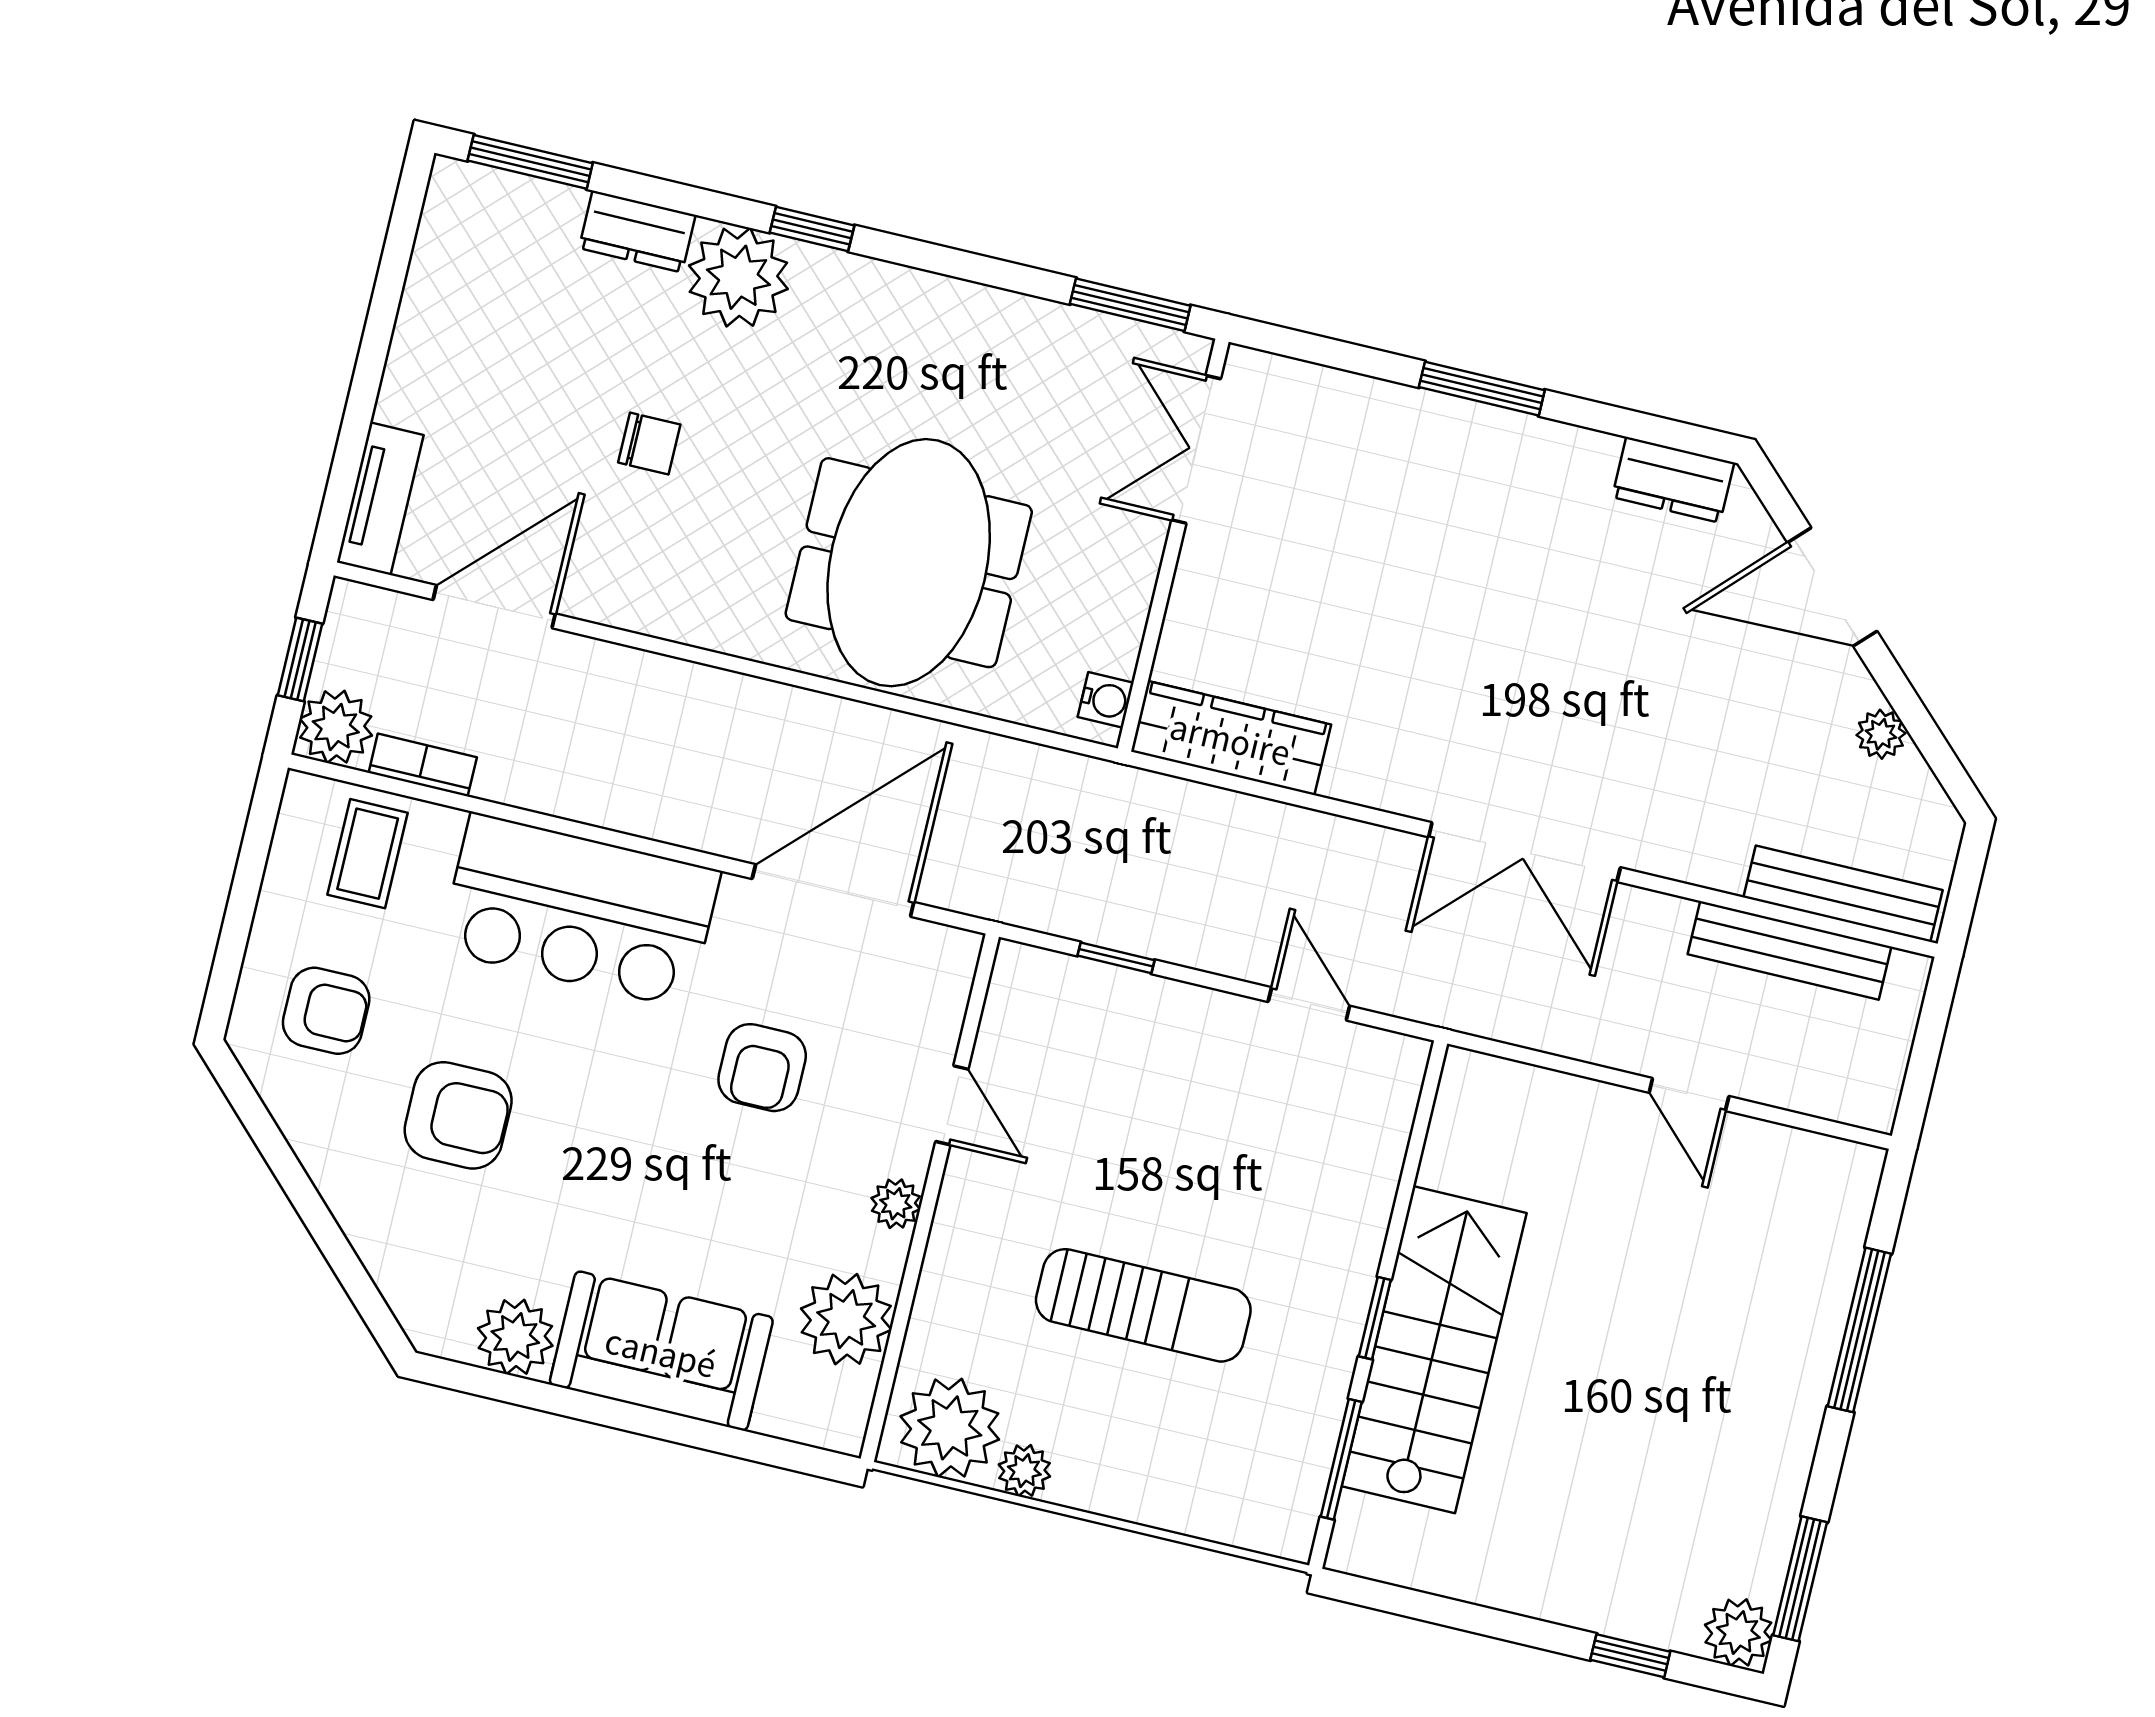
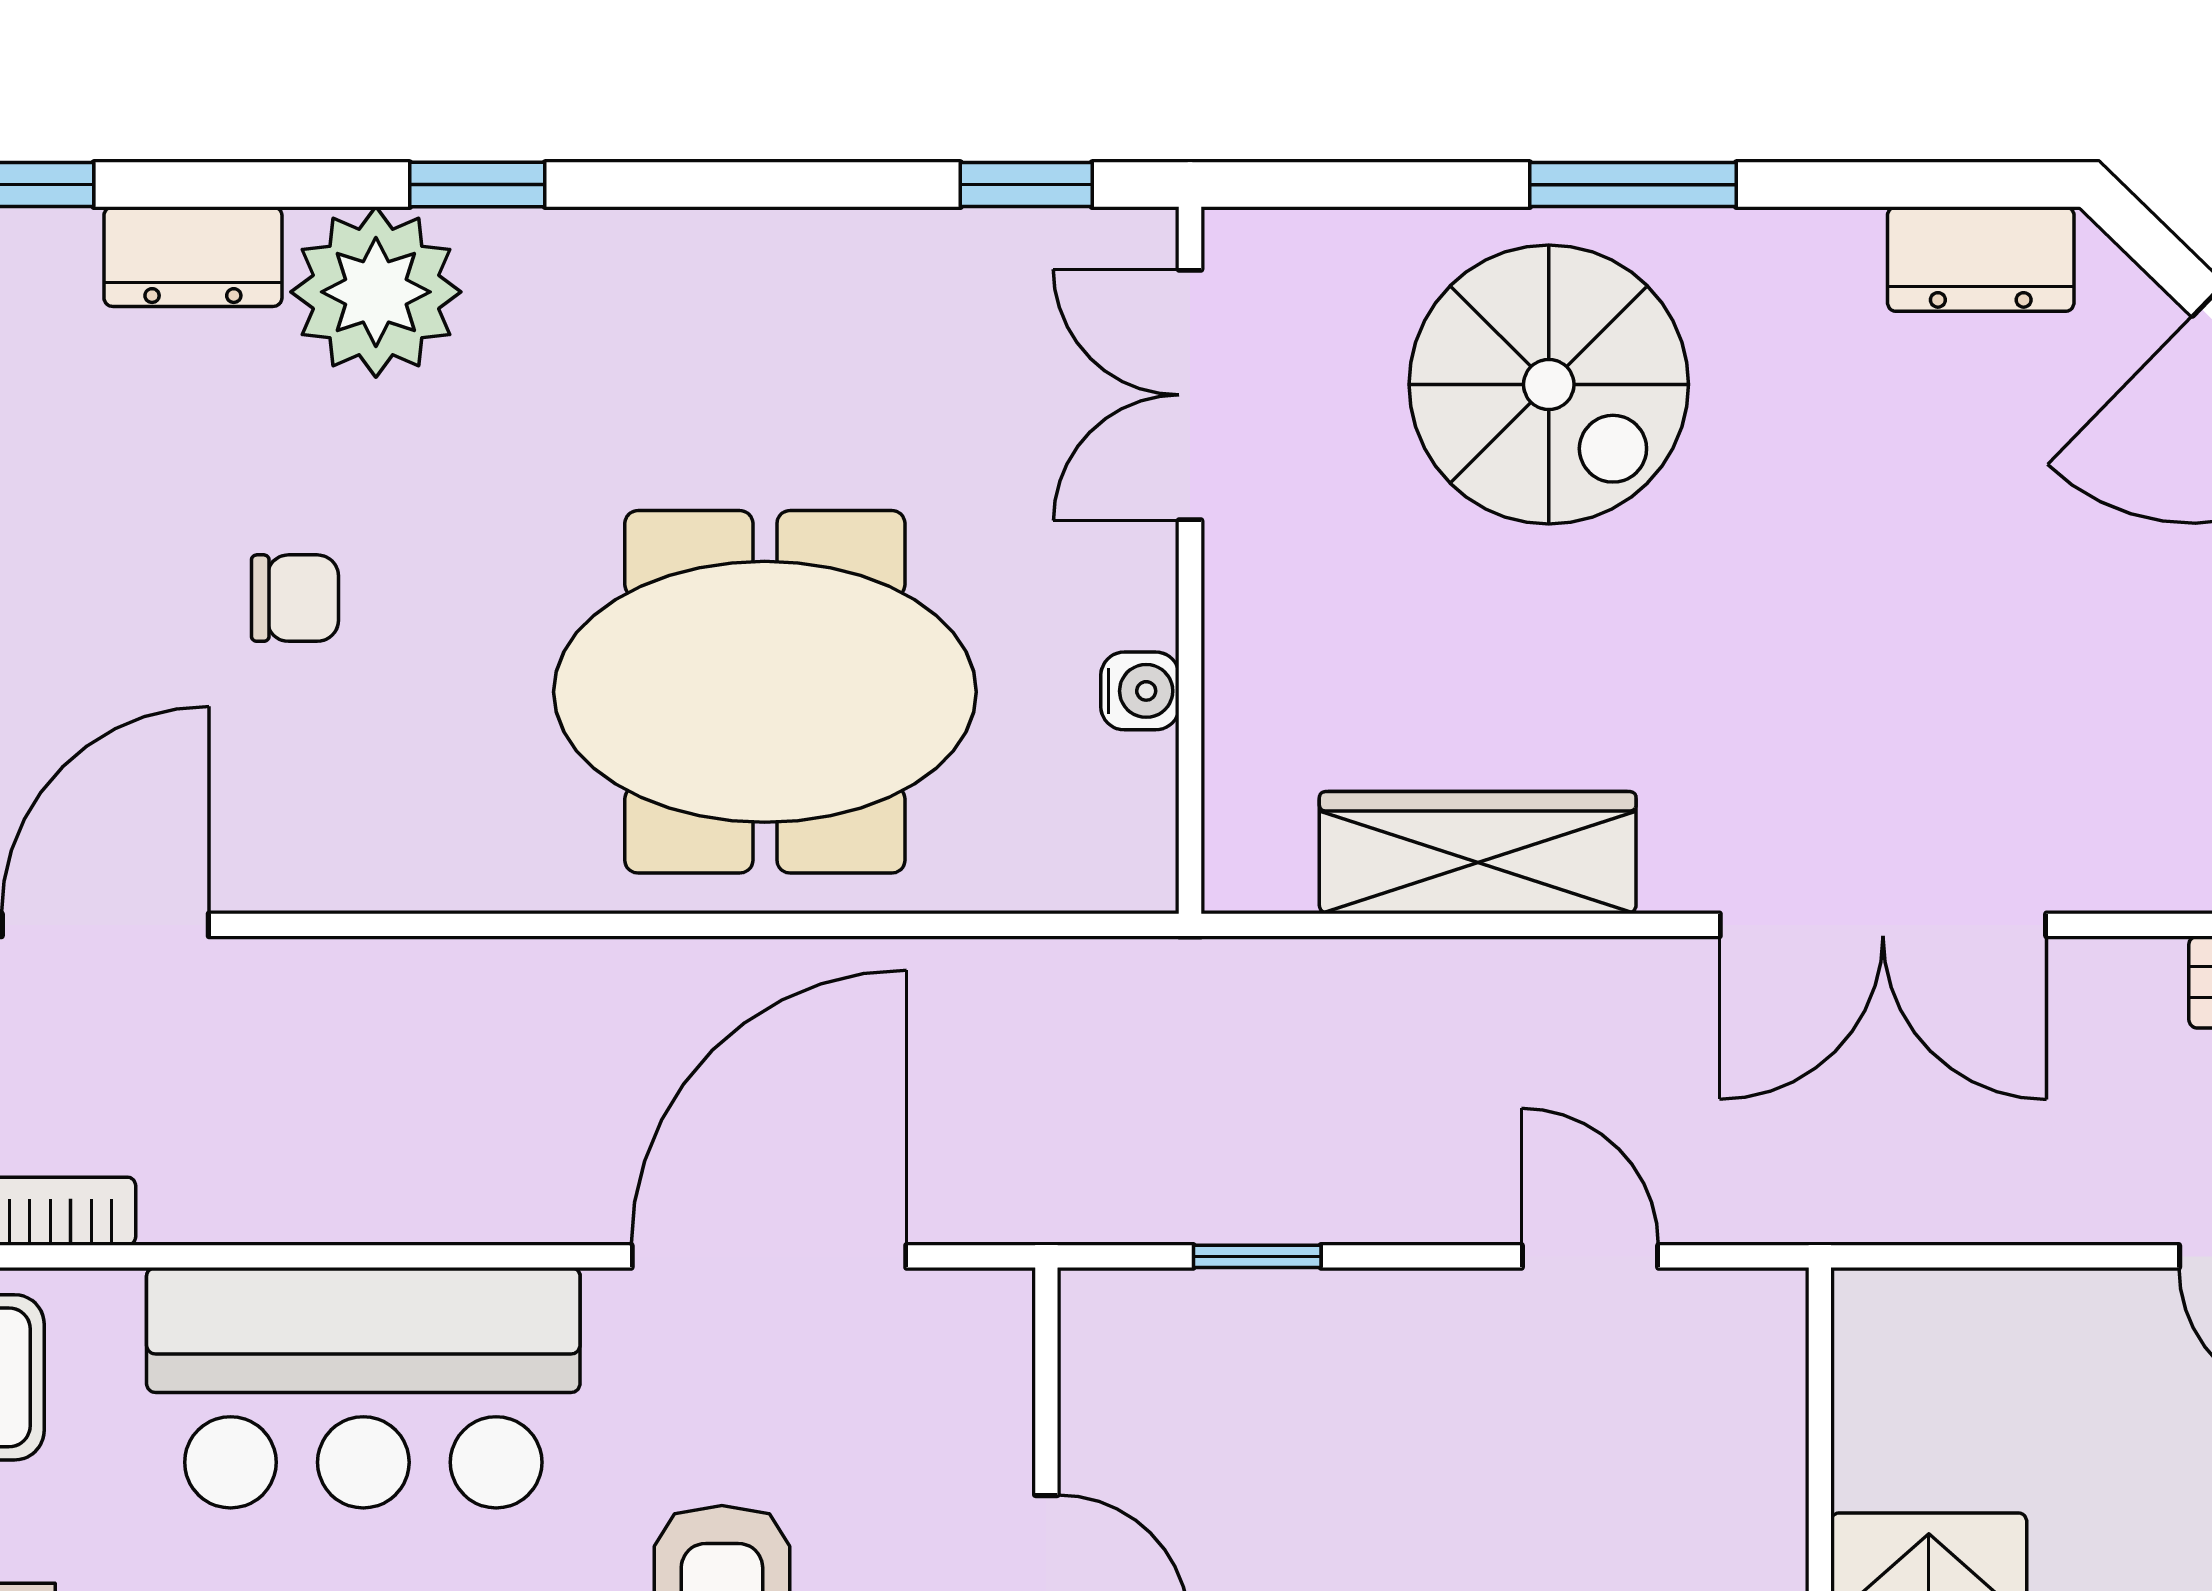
window: (1130, 305) -> (1026, 185), width x0.67
spiral stairs: (1405, 493) -> (1549, 384), added
meeting table: (909, 563) -> (765, 692), turned 90
water cooler: (1106, 700) -> (1140, 691), moved
wardrobe: (1231, 738) -> (1478, 853), moved

